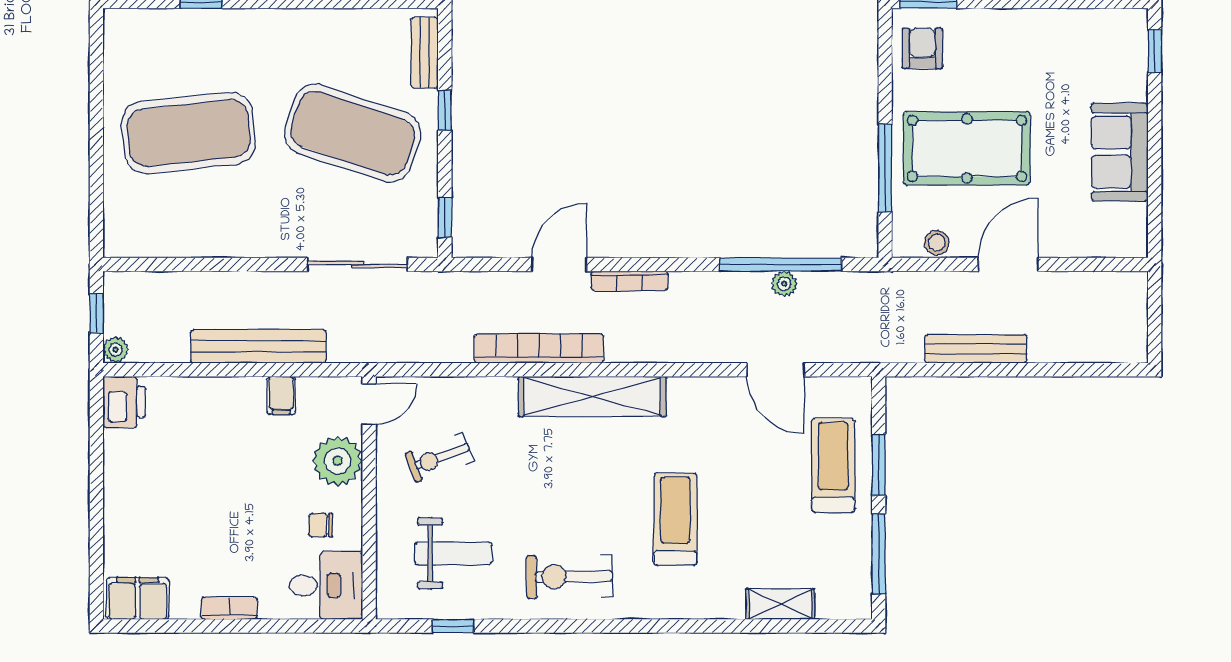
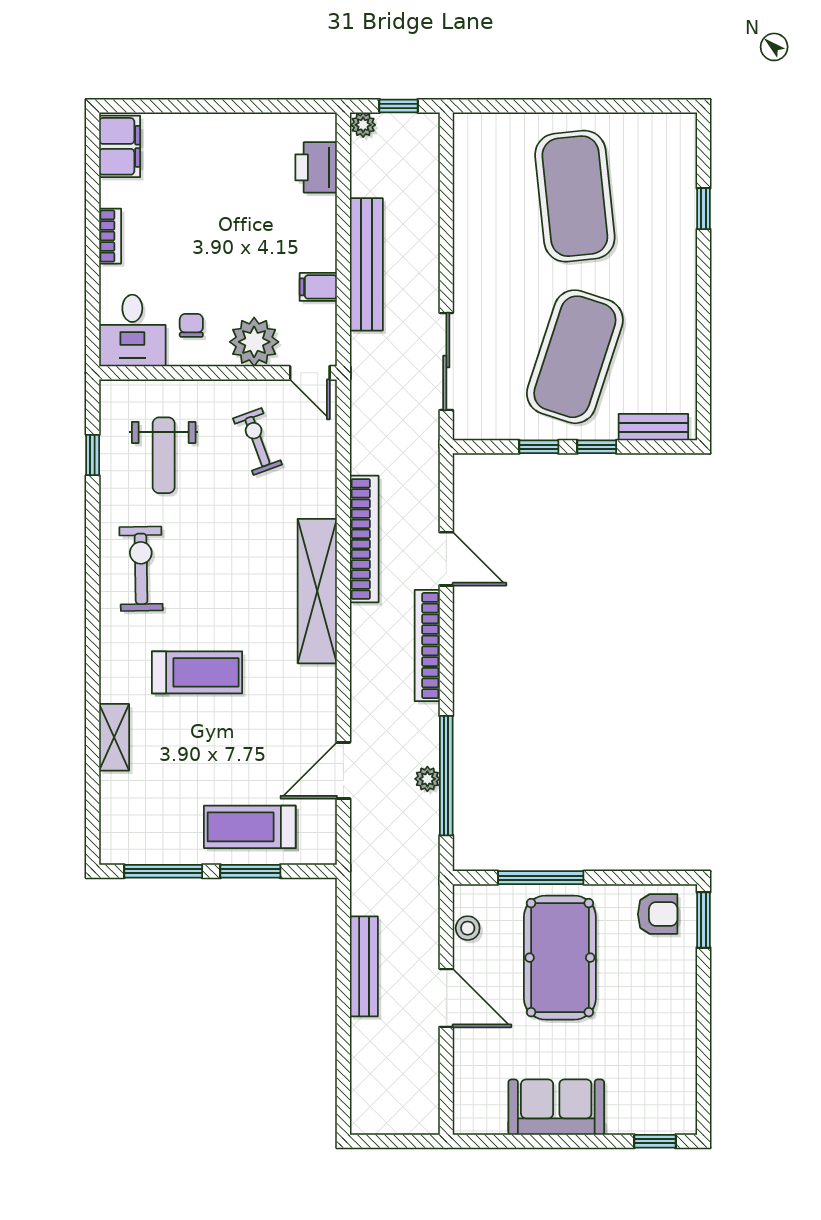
window: (445, 217) -> (539, 447), moved
bookcase: (629, 281) -> (427, 646), width x1.48, depth x1.31
printer: (124, 402) -> (316, 167), moved, turned 90
treadmill: (833, 465) -> (250, 827), turned 180
shelving: (780, 604) -> (114, 737), moved

